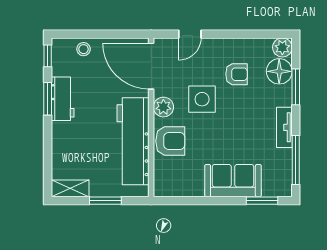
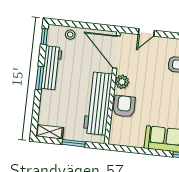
window: (48, 99) -> (40, 78), moved
workbench: (63, 99) -> (52, 68), width x1.38
side table: (202, 99) -> (150, 79), removed
armchair: (170, 141) -> (124, 106), turned -90

